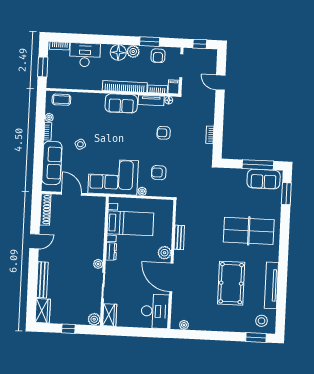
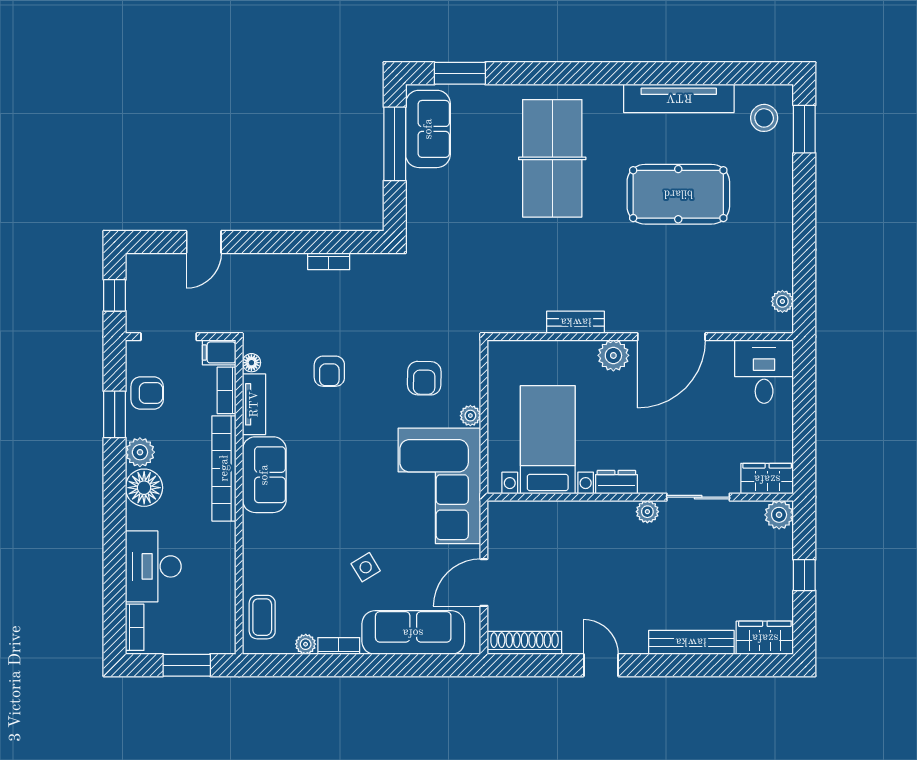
desk: (155, 311) -> (764, 372), width x0.73

